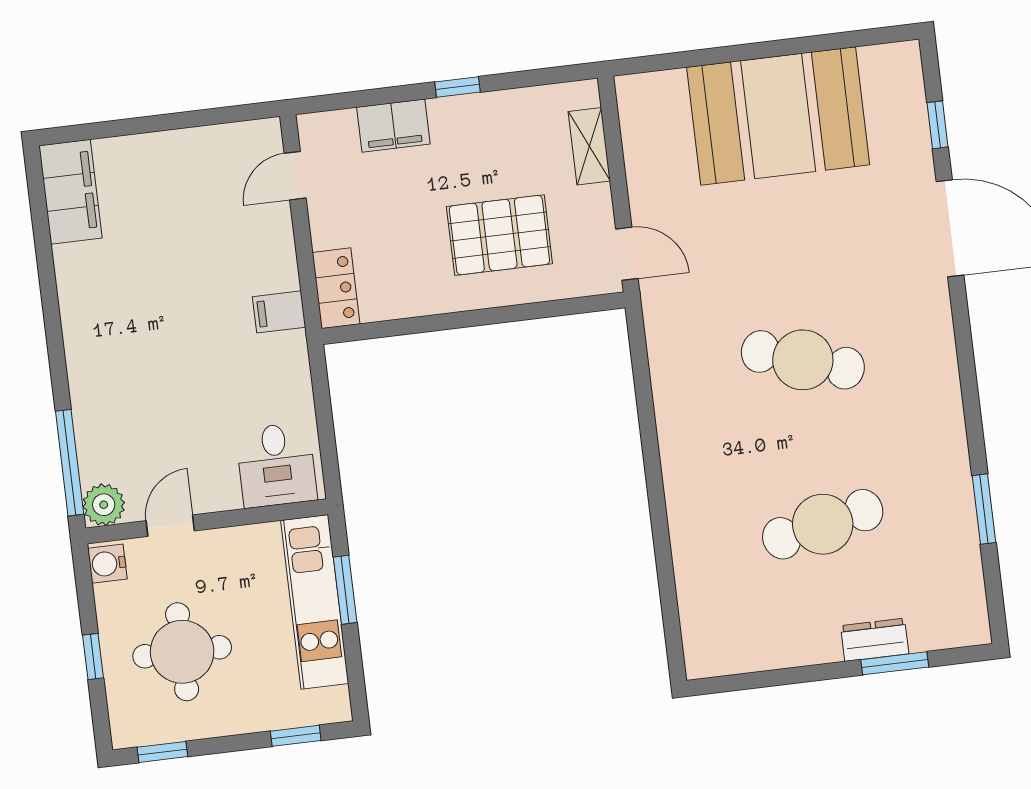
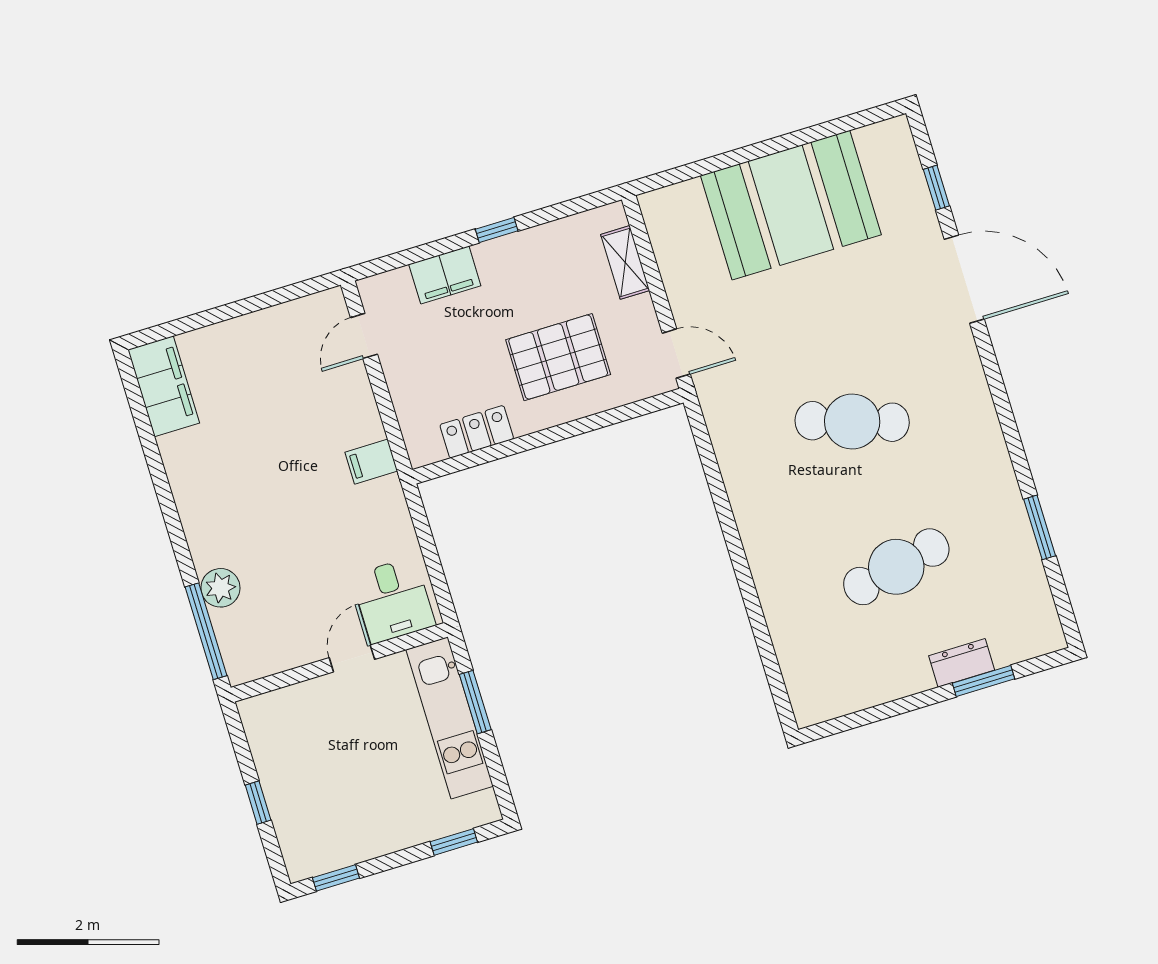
locker: (336, 288) -> (477, 432), moved, turned -90
plant: (104, 505) -> (220, 588), moved
door: (170, 526) -> (352, 658), moved
water cooler: (107, 564) -> (256, 716), removed
round table: (182, 652) -> (338, 784), removed

